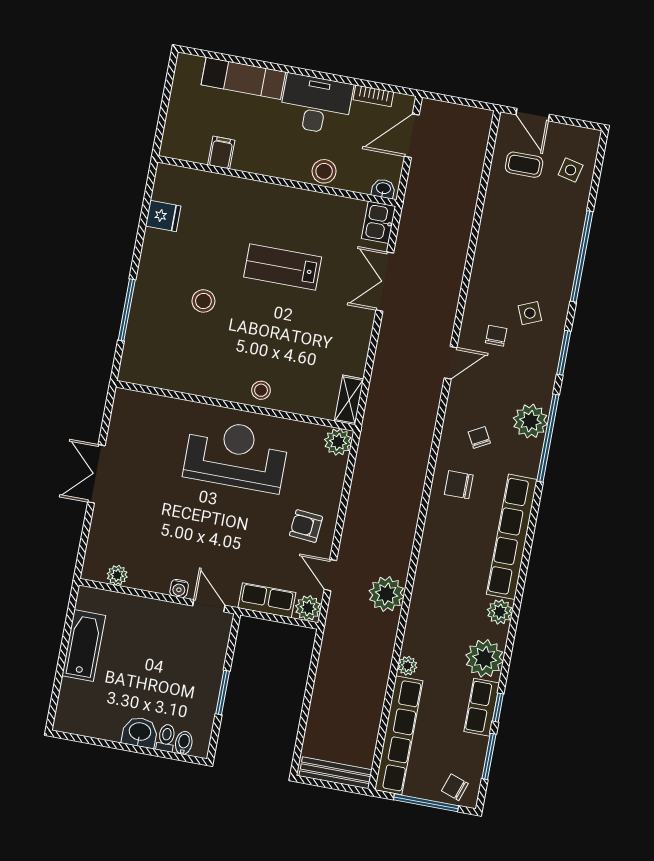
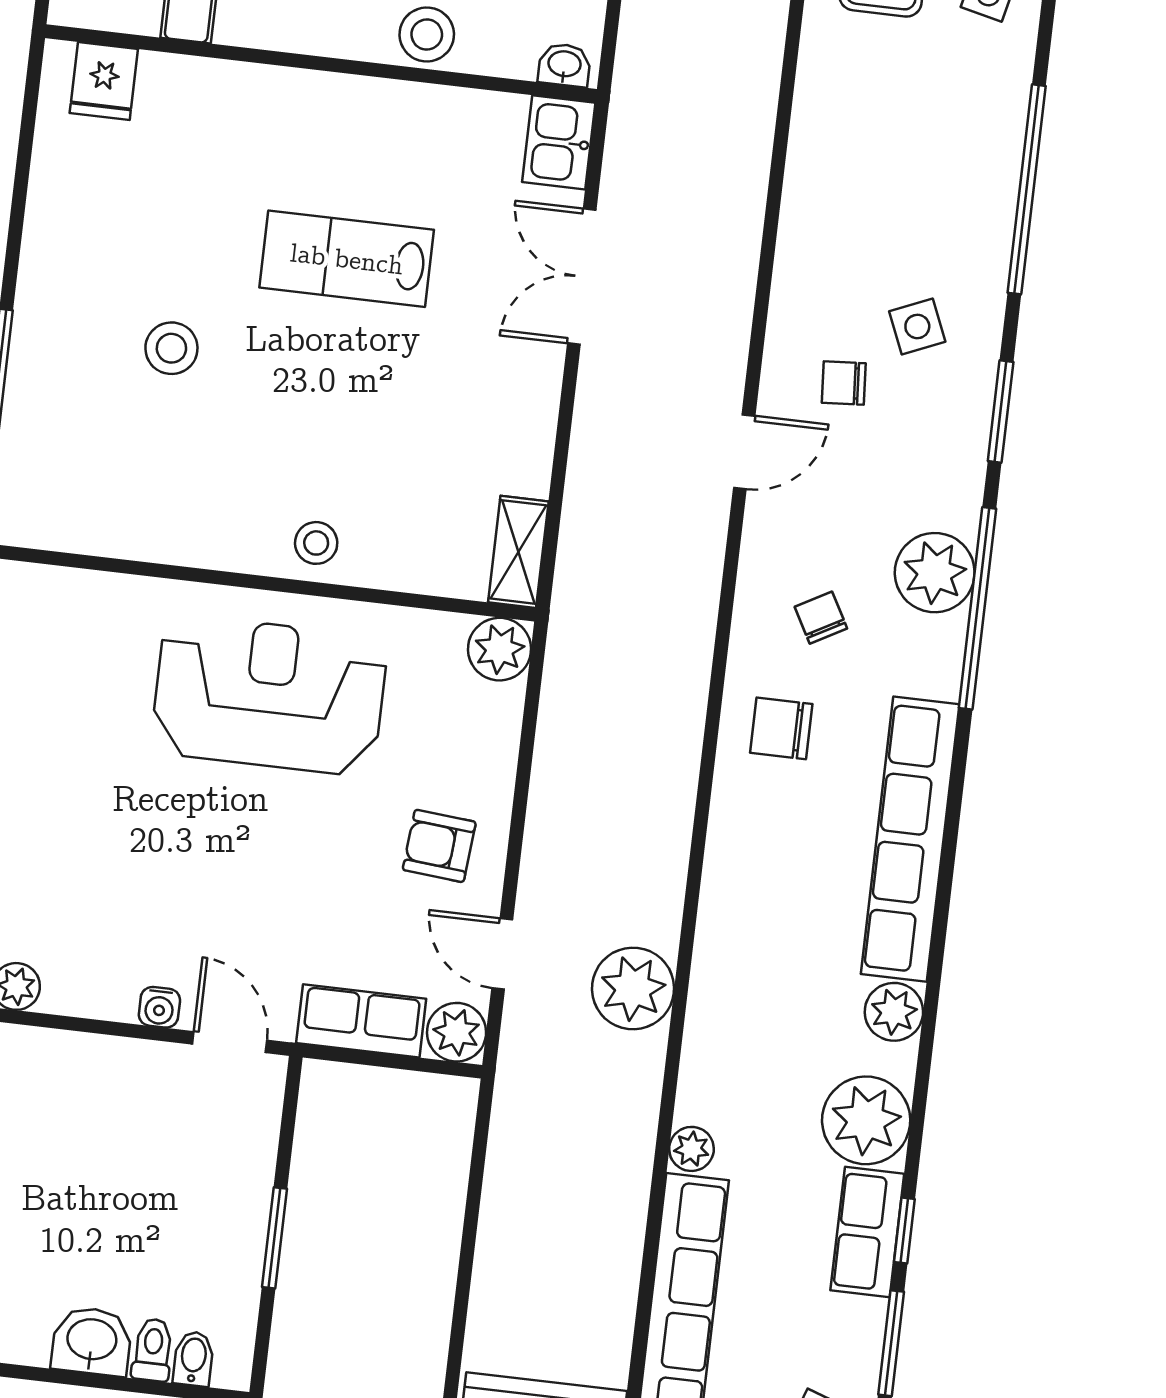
fridge: (163, 216) -> (104, 81), moved, turned 90
chair: (496, 336) -> (844, 383), turned -94

